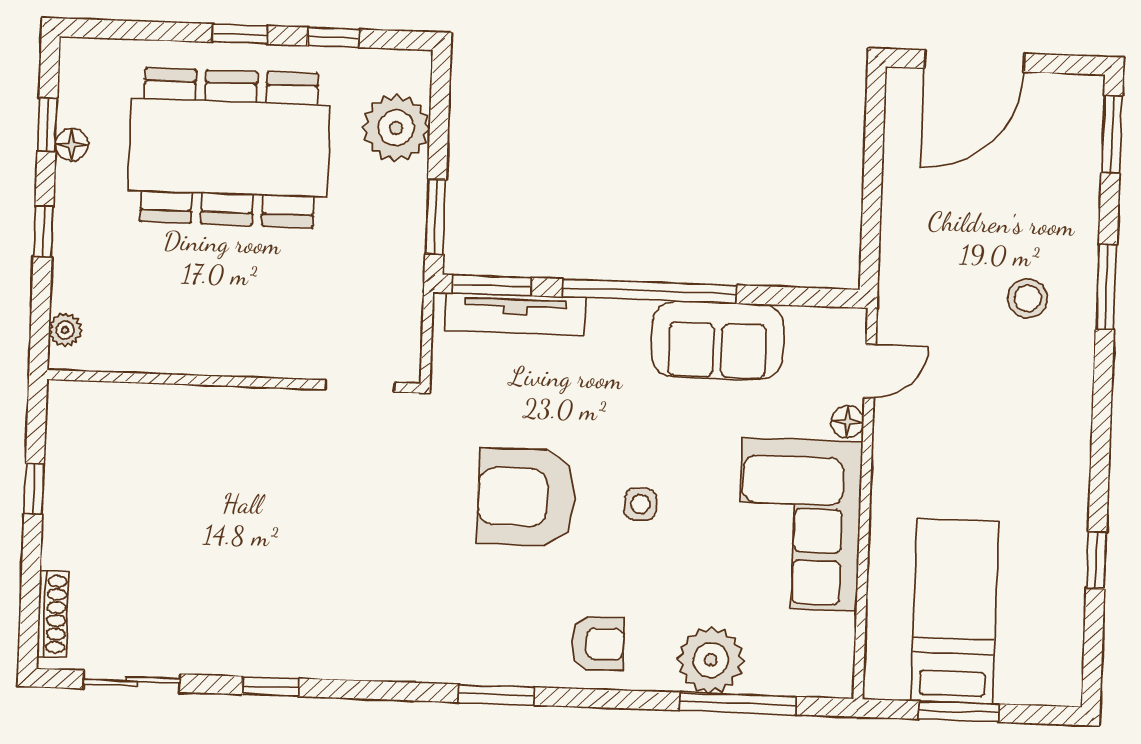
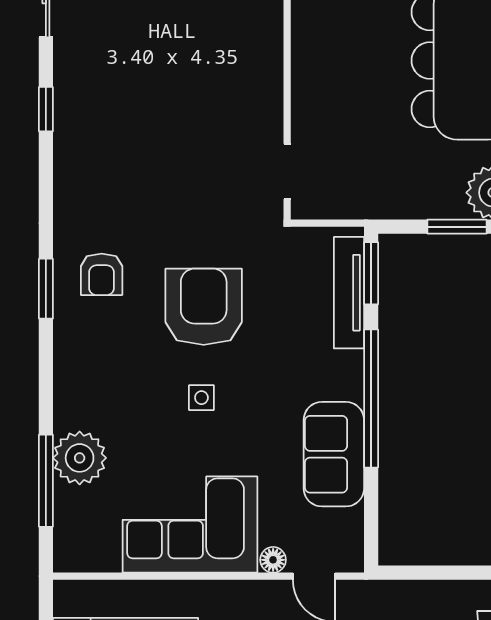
window: (436, 217) -> (457, 227), moved
armchair: (598, 644) -> (102, 274), moved

